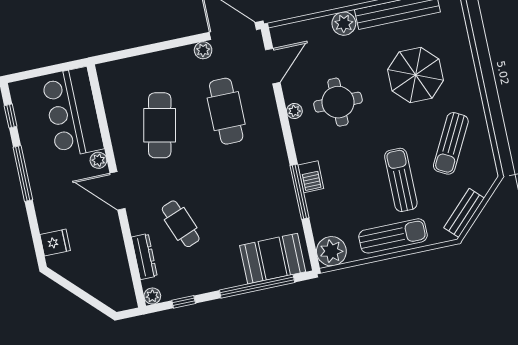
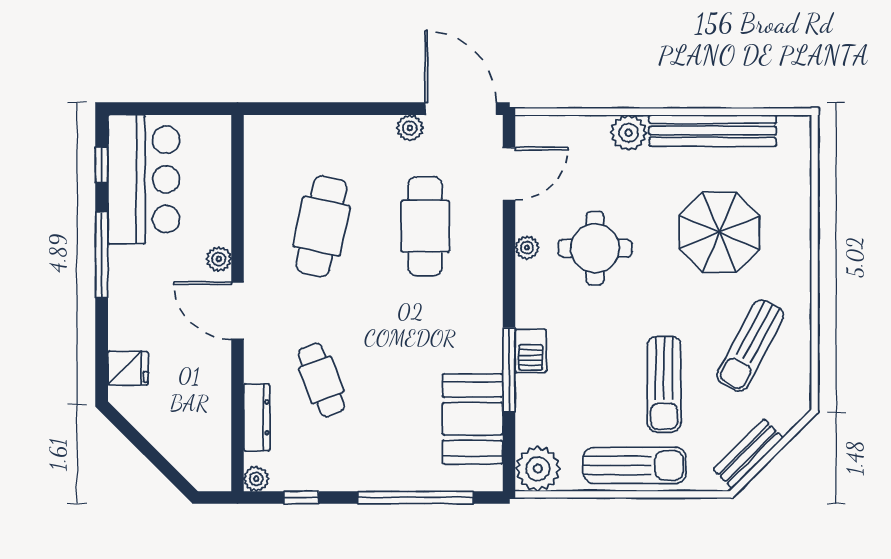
bar counter: (73, 112) -> (144, 179), moved, turned 180
sun lounger: (401, 180) -> (664, 384), turned 180
booth: (273, 259) -> (473, 419), moved, turned 90

